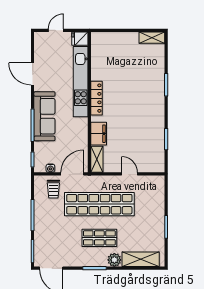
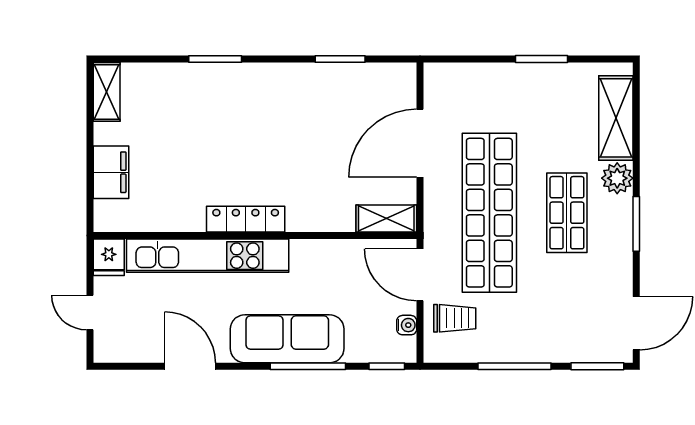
door: (33, 74) -> (190, 366), swing flipped
filing cabinet: (99, 134) -> (111, 172), moved, turned 90
door: (130, 174) -> (420, 143), width x1.88

